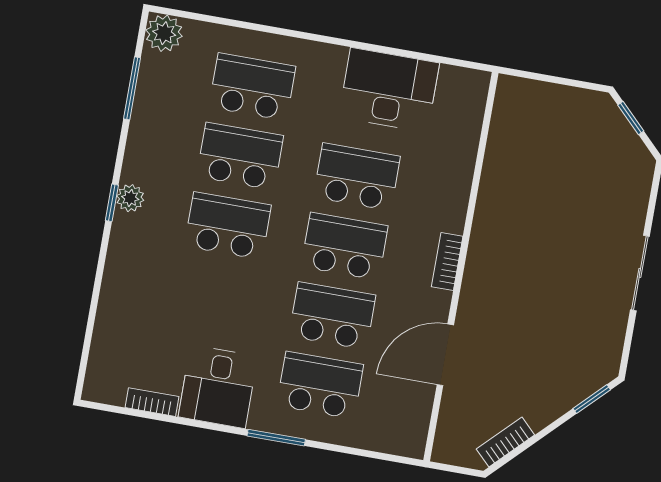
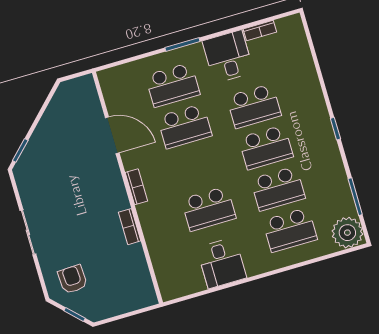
plant: (164, 33) -> (347, 233), width x1.36, depth x1.36
desk: (389, 90) -> (222, 263), width x0.73
armchair: (608, 172) -> (73, 279), added
plant: (130, 198) -> (327, 136), removed
school desk: (344, 246) -> (254, 106), moved
door: (445, 355) -> (112, 135), hinge flipped
bookcase: (505, 442) -> (130, 227), moved, turned 135

